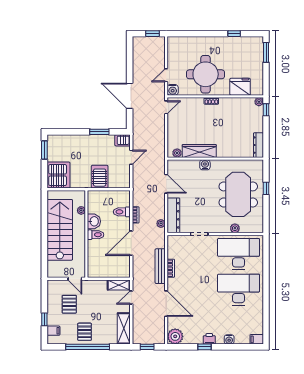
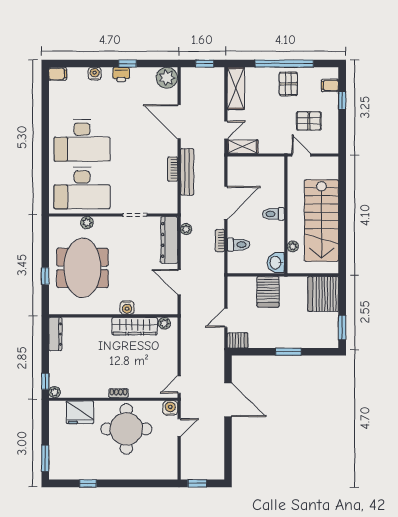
window: (99, 132) -> (288, 352), moved
washbasin: (94, 221) -> (276, 263), moved
pallet: (69, 304) -> (309, 121), turned 90

